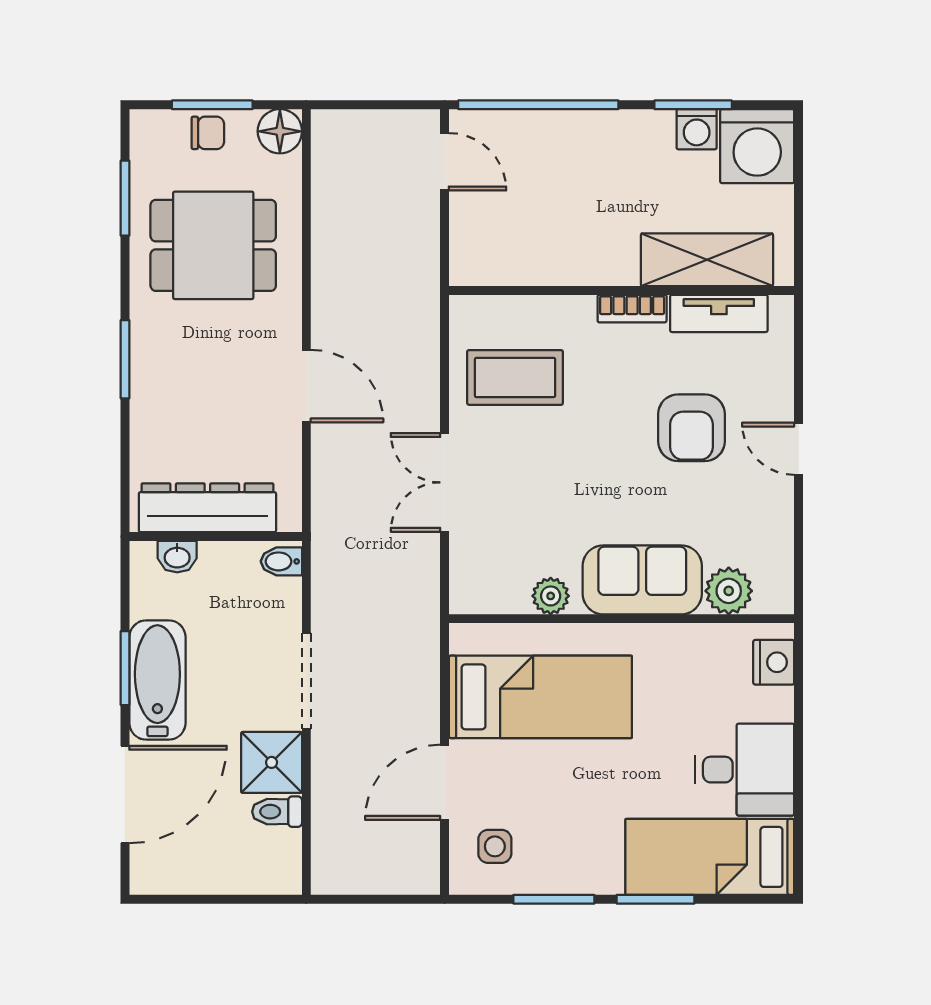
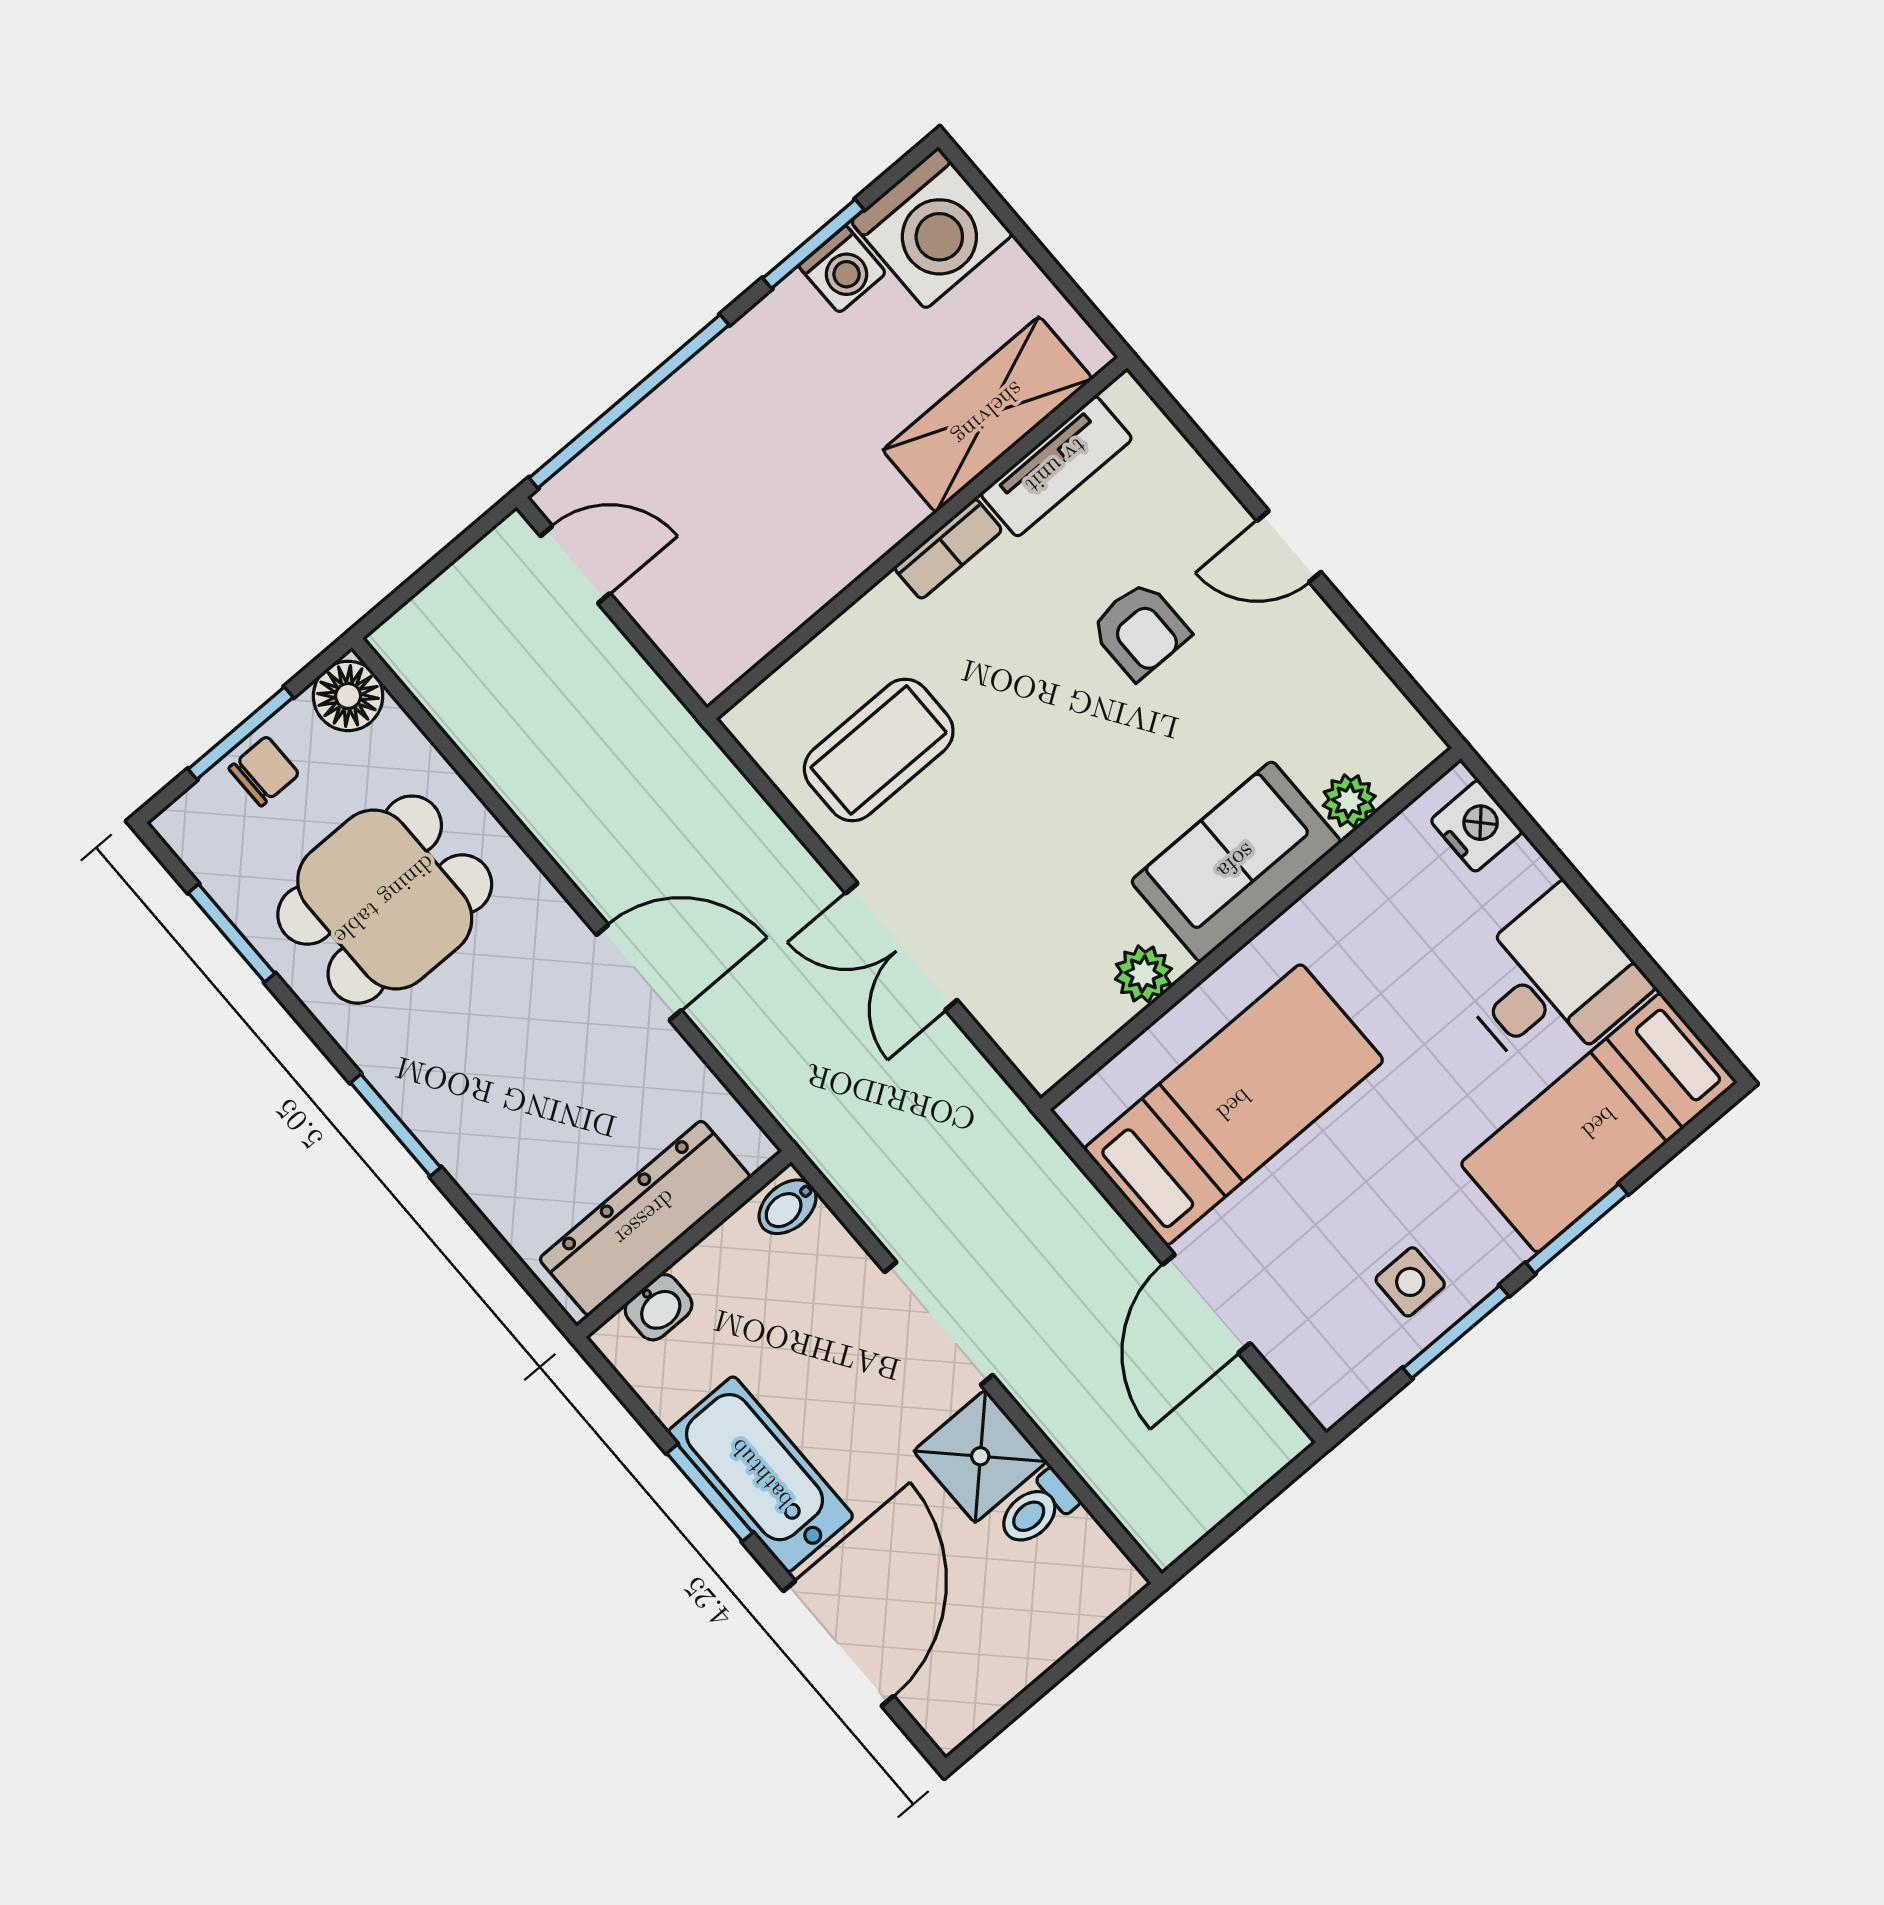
armchair: (691, 428) -> (1140, 630), width x0.72, depth x0.72
plant: (729, 591) -> (1349, 801), width x0.73, depth x0.73
side table: (495, 846) -> (1410, 1282), moved

